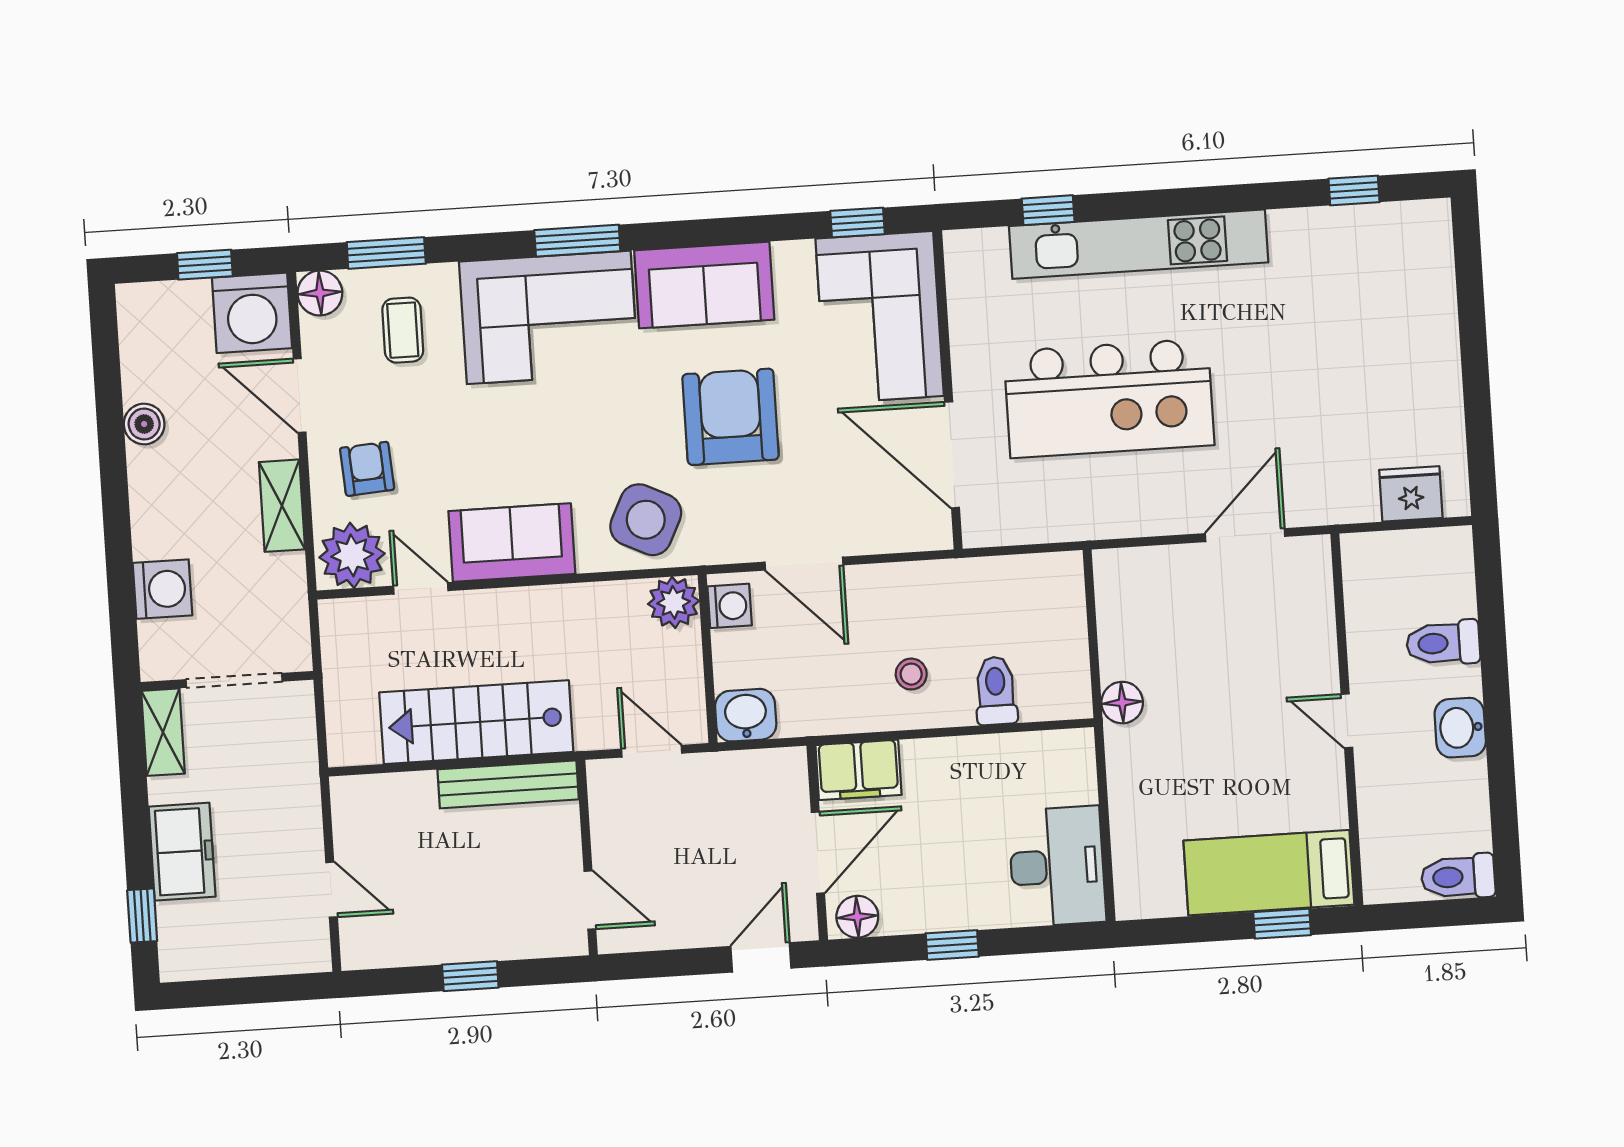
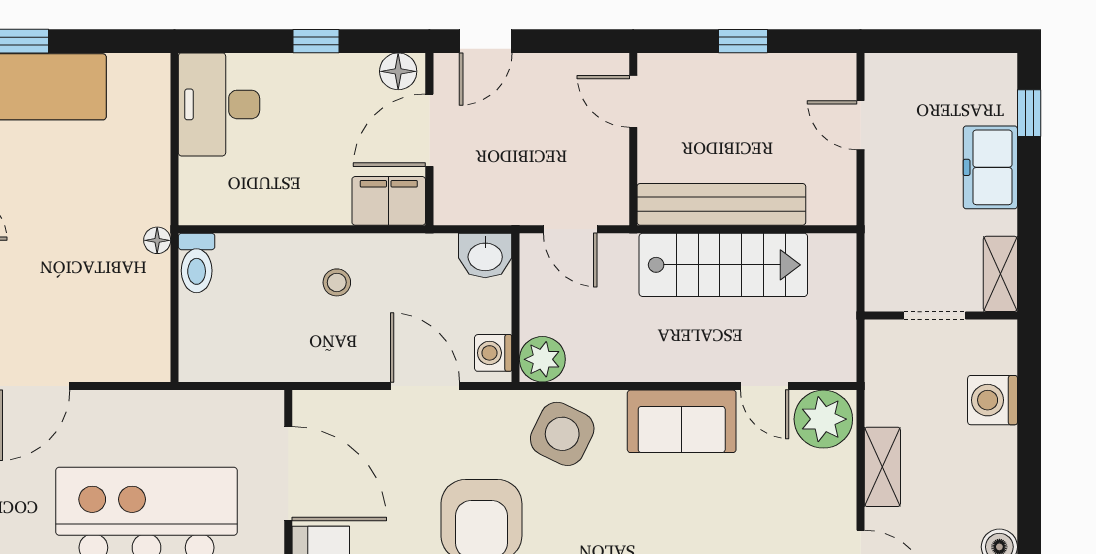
armchair: (367, 469) -> (805, 495), removed
doorway: (234, 680) -> (935, 315), width x0.73
toilet: (996, 691) -> (197, 263), moved
floor lamp: (1122, 703) -> (157, 240), width x0.73, depth x0.73
bench: (508, 784) -> (721, 204), width x1.37, depth x1.21

